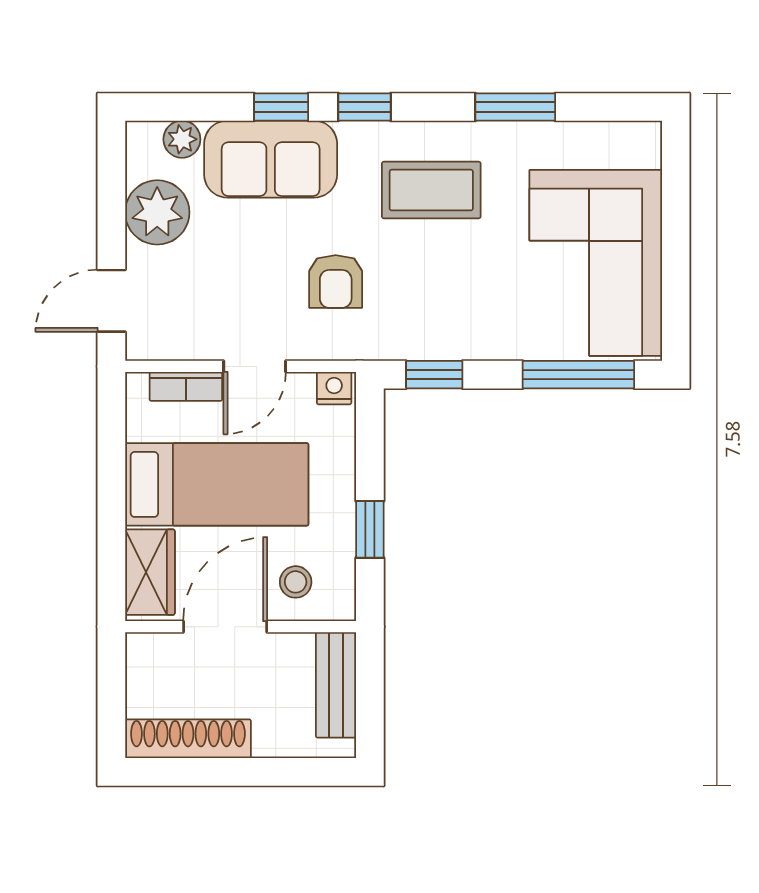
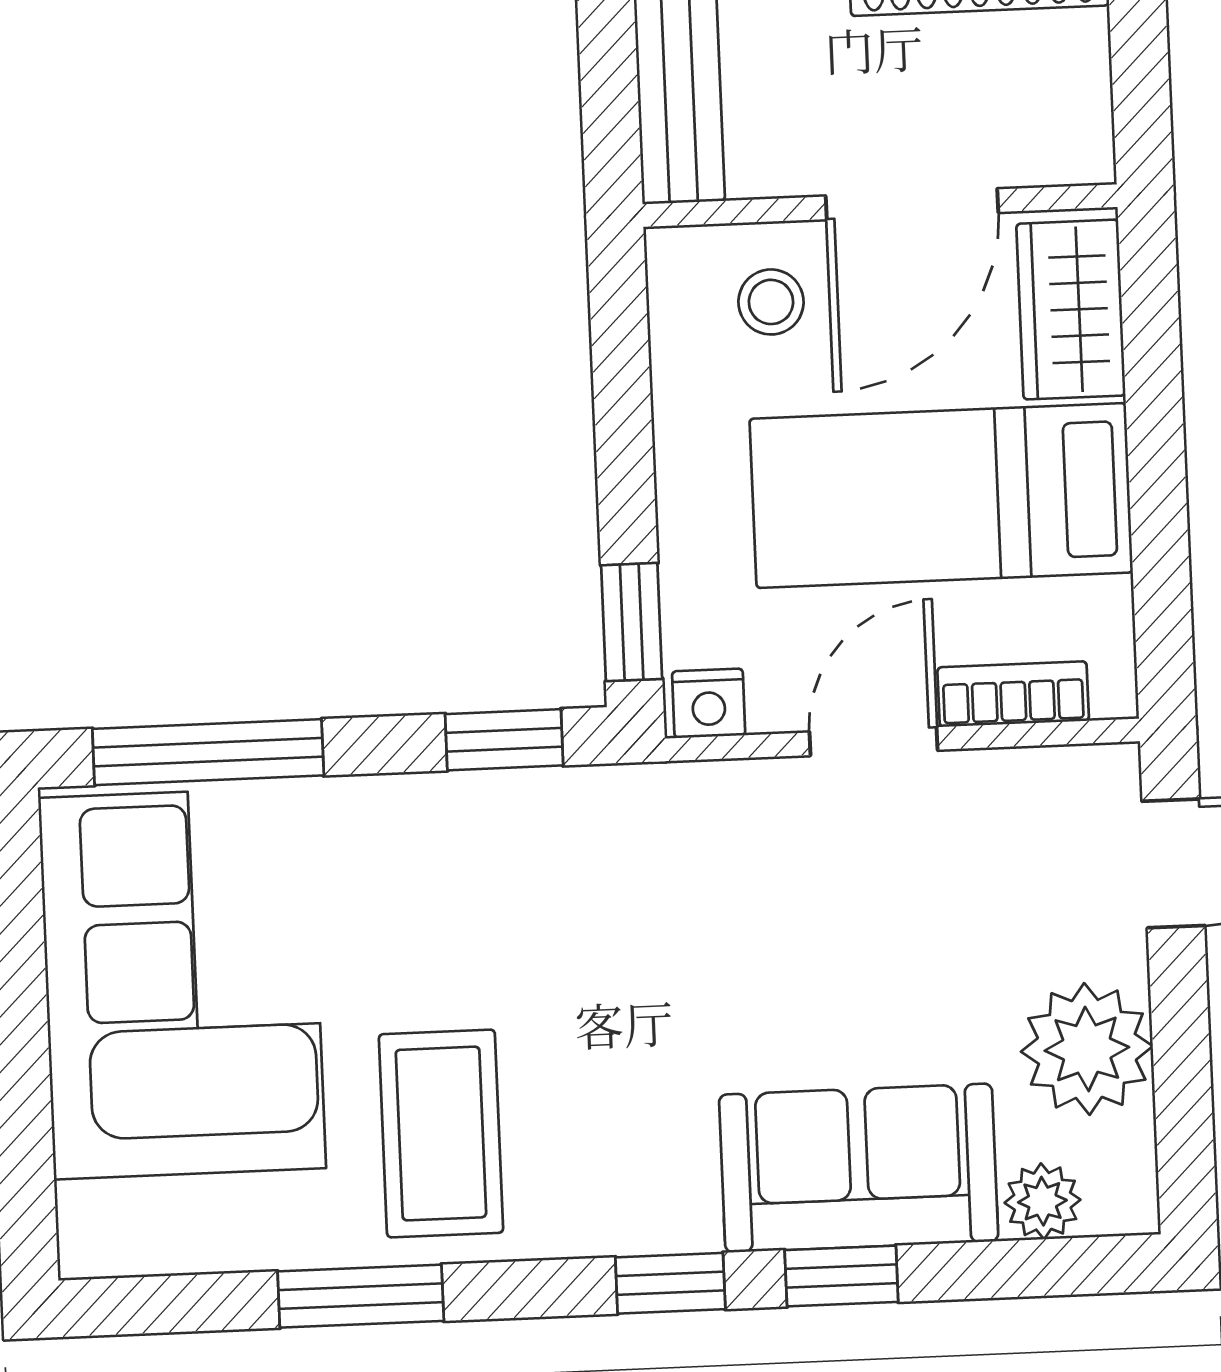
coffee table: (431, 190) -> (441, 1134), moved, turned 90
armchair: (336, 282) -> (715, 922), removed
window: (370, 529) -> (632, 622), moved

